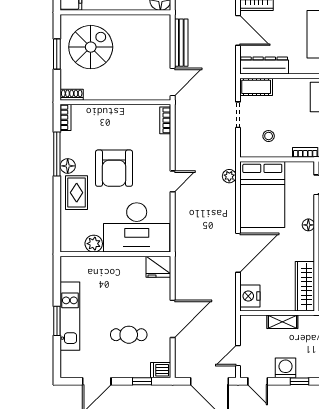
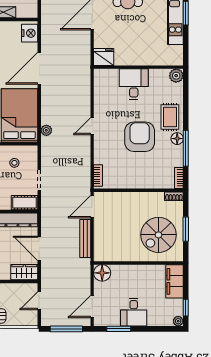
desk: (137, 227) -> (134, 84), width x0.53, depth x0.77
plant: (94, 244) -> (176, 76), moved

